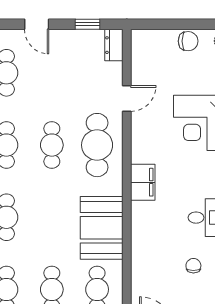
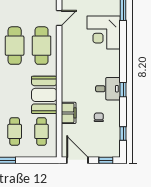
cafe table: (52, 145) -> (15, 46), width x1.37, depth x1.35
filing cabinet: (143, 182) -> (69, 113), moved

